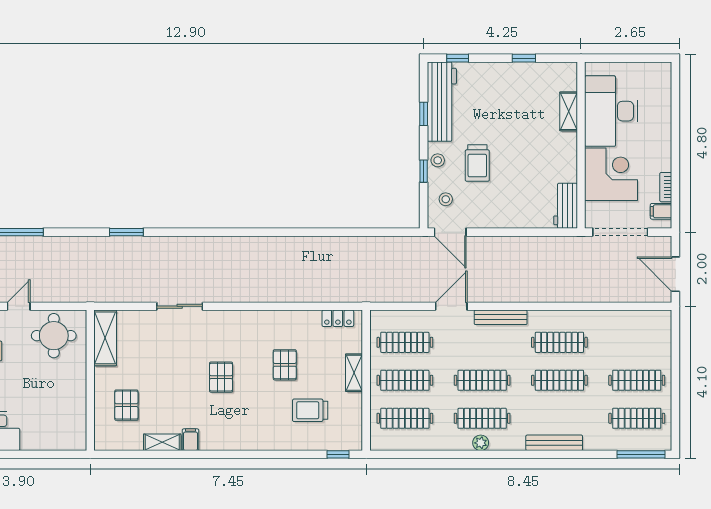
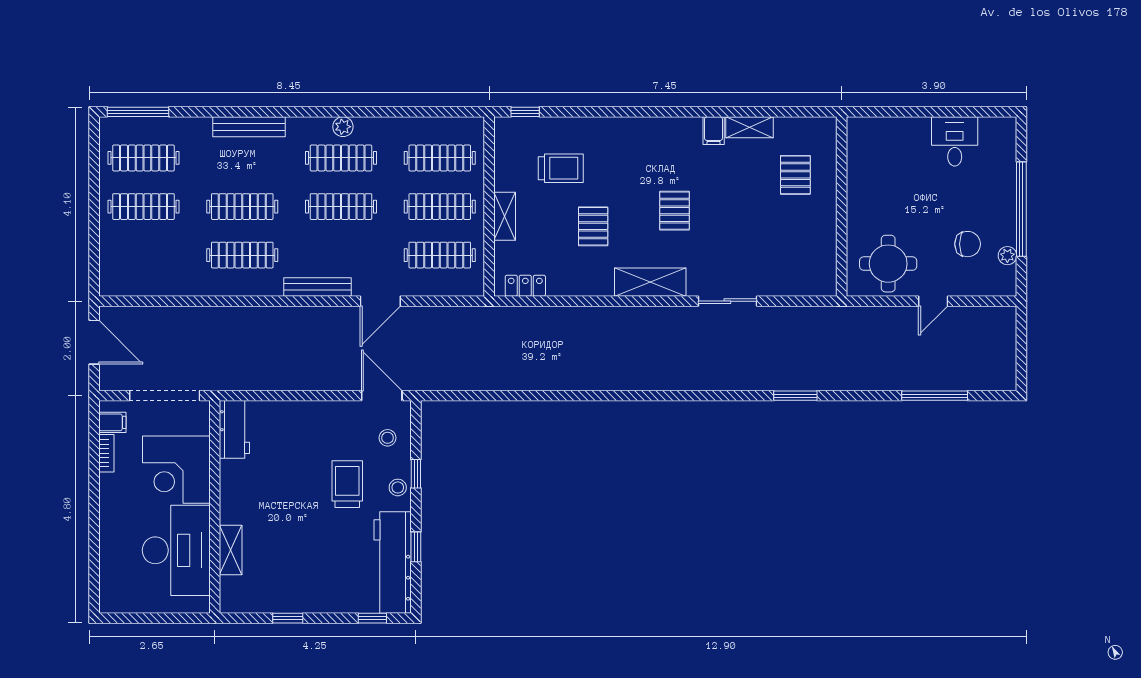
shelving: (105, 338) -> (650, 282), moved, turned 90

